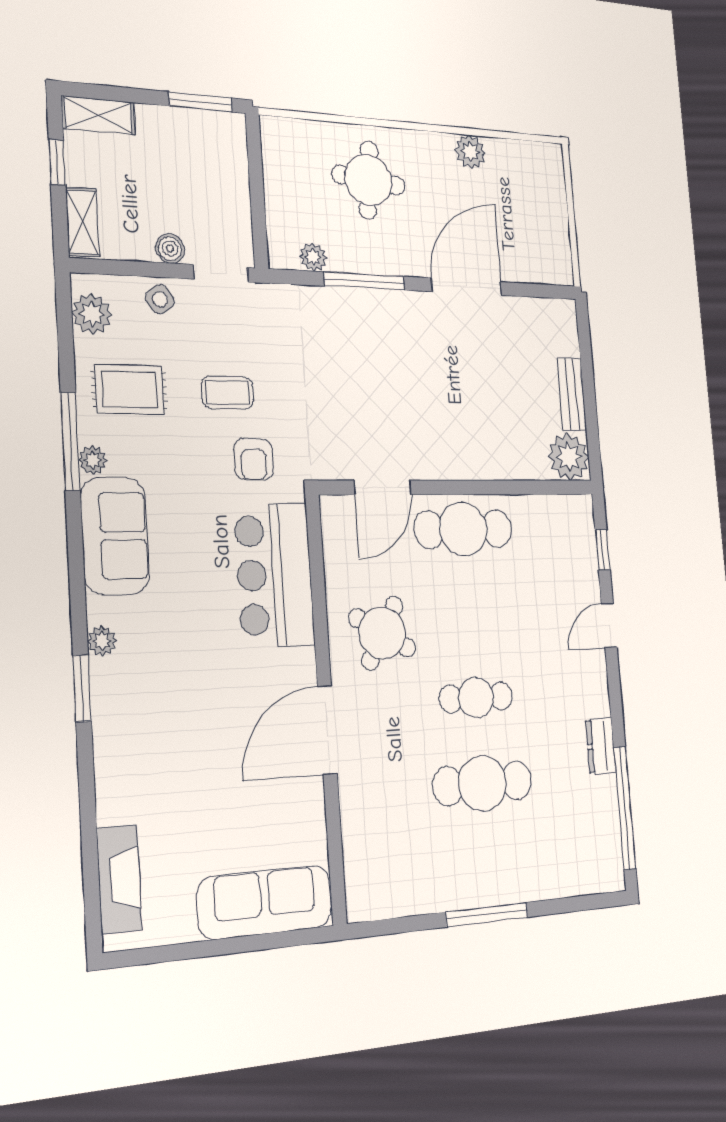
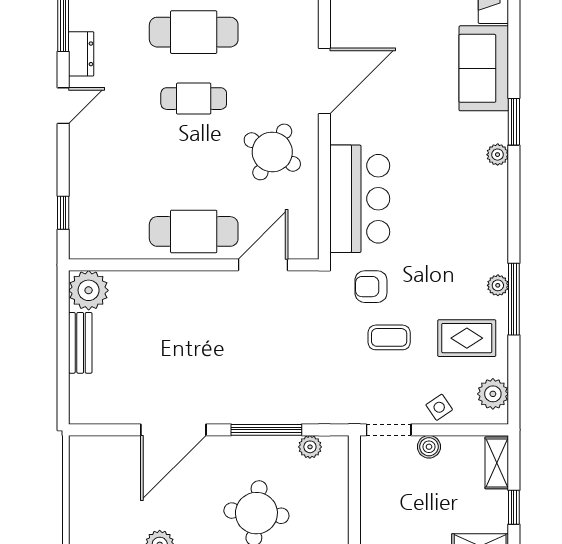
armchair: (254, 459) -> (371, 287), turned -90
sofa: (115, 536) -> (484, 68), moved
door: (609, 625) -> (63, 106), moved

